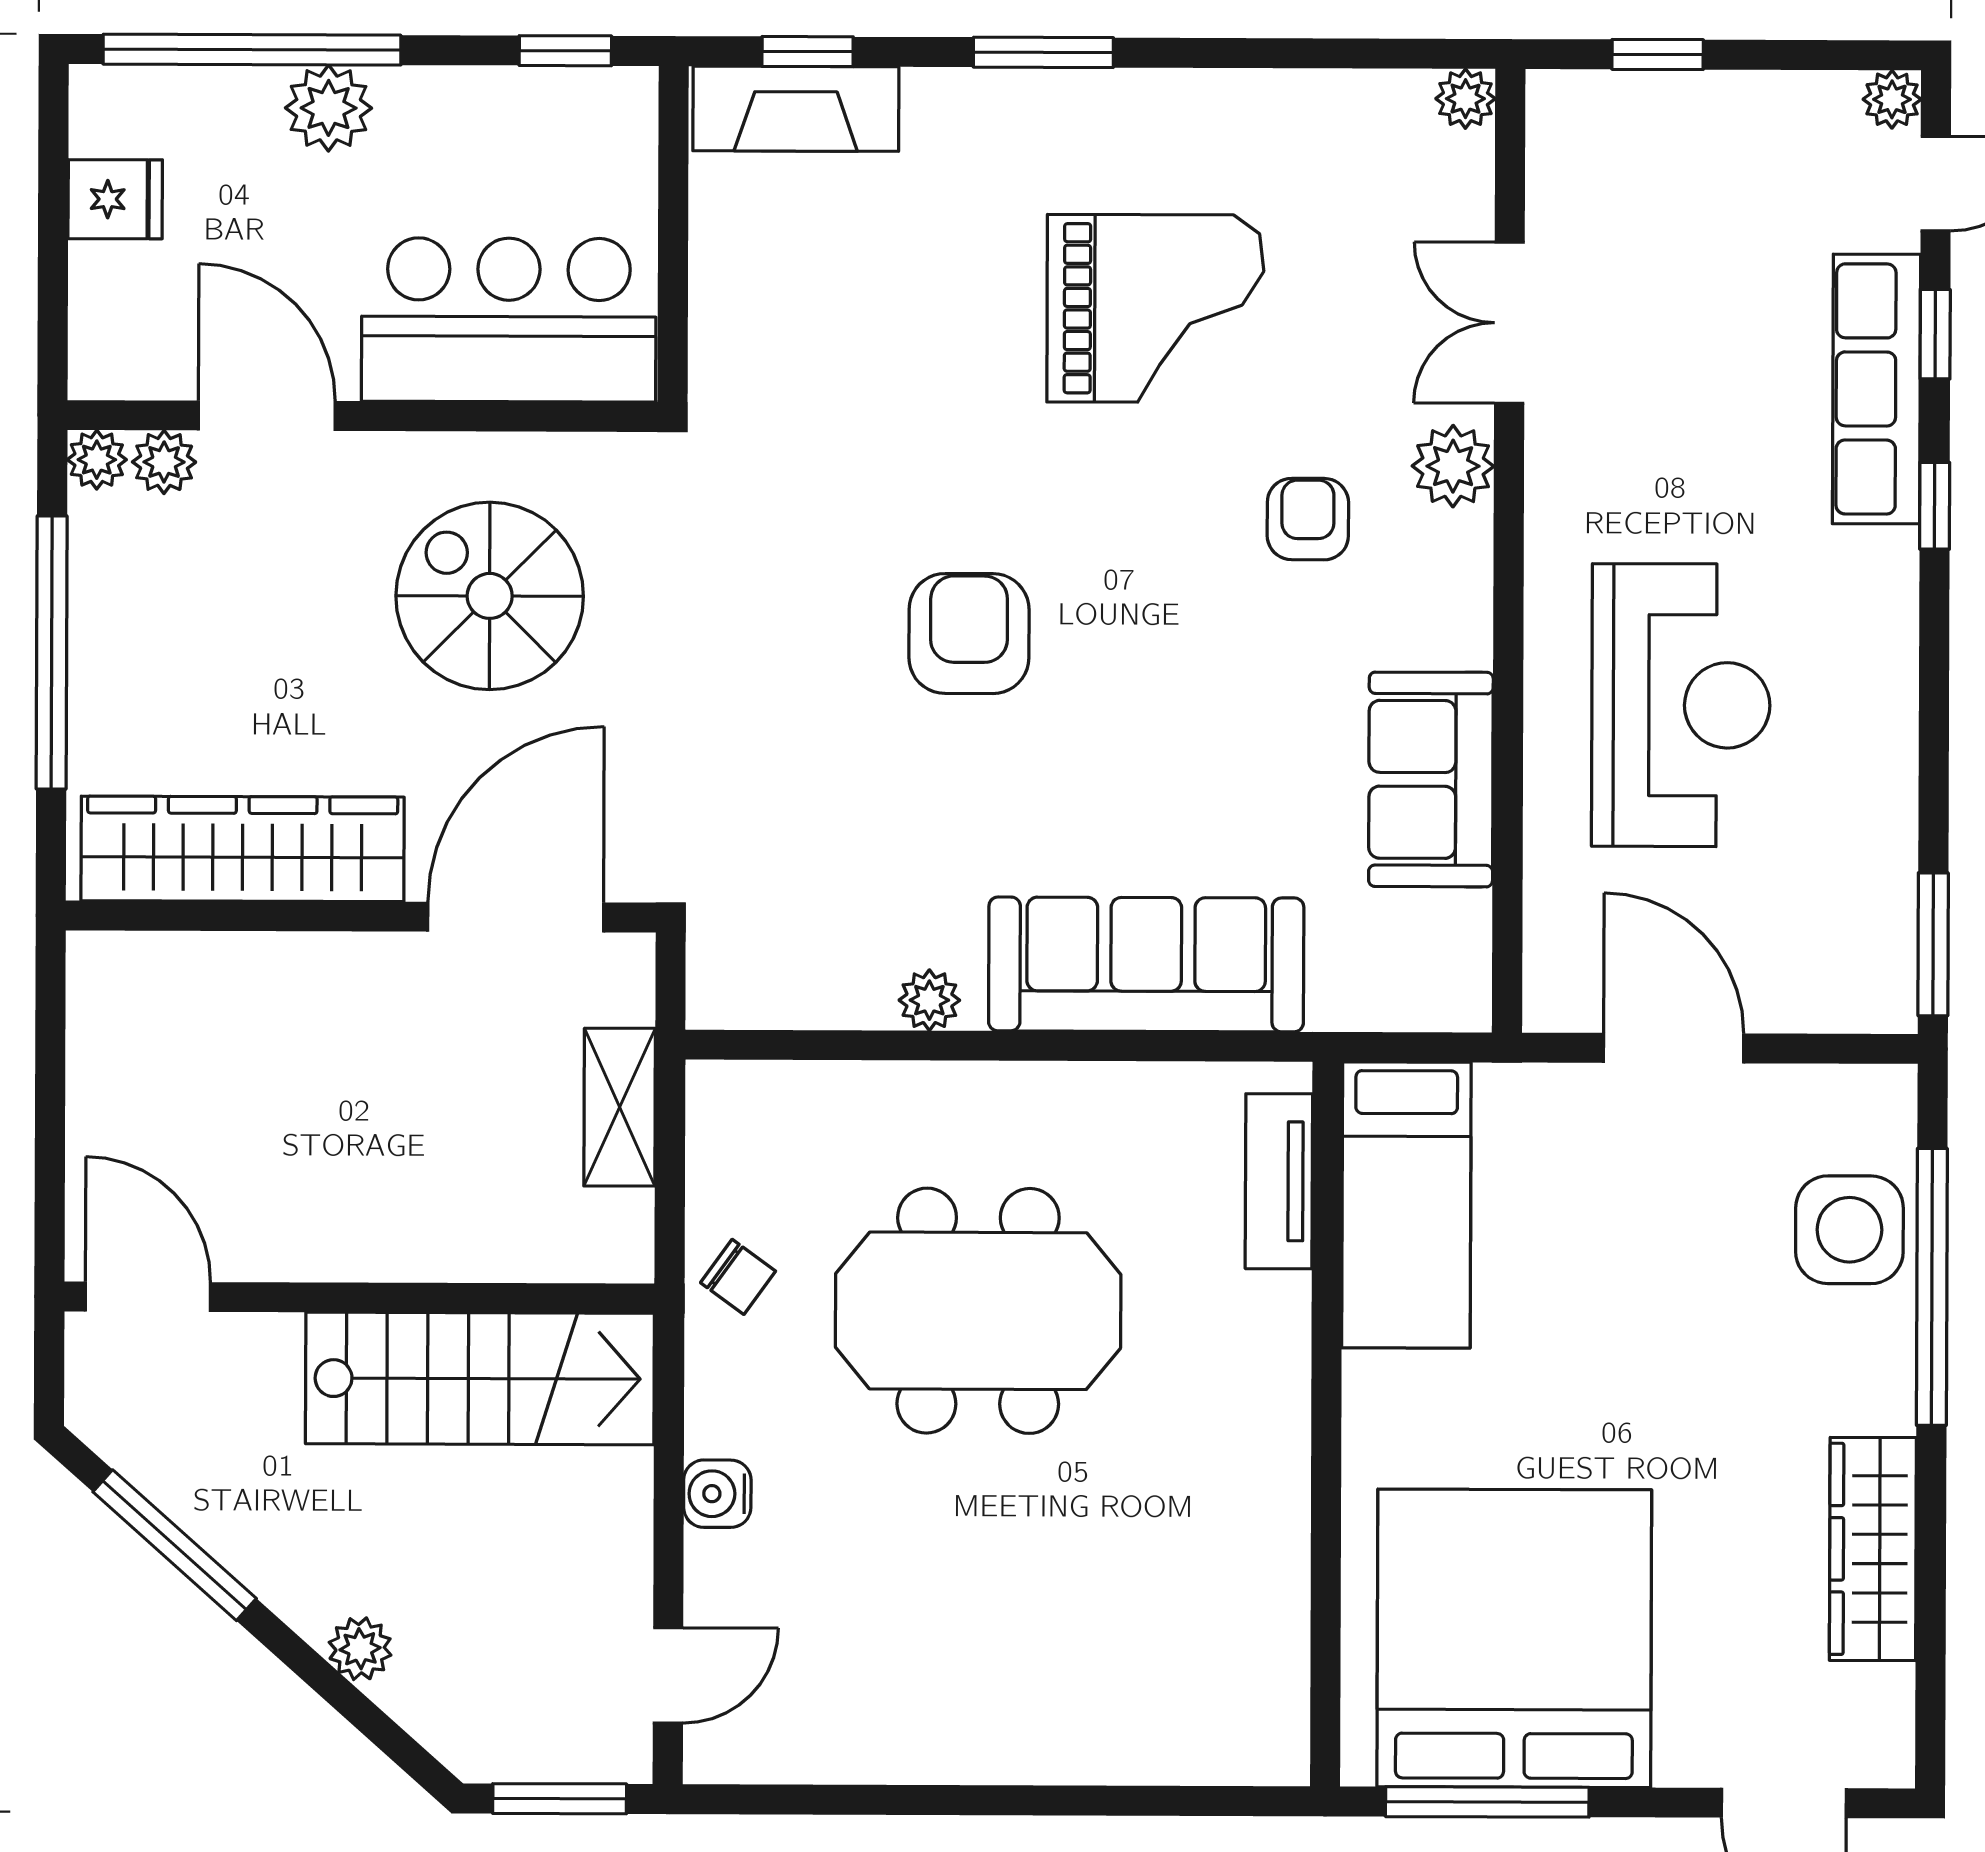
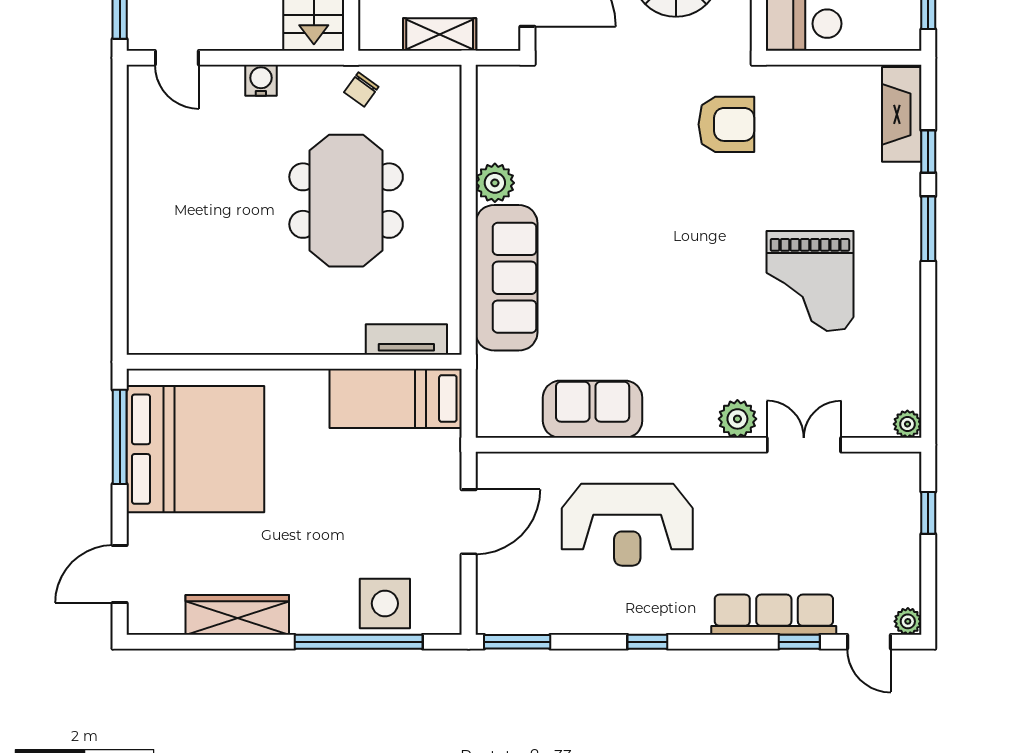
window: (808, 52) -> (928, 151), moved
window: (1935, 506) -> (647, 642), moved
armchair: (1308, 519) -> (713, 352), removed
armchair: (969, 634) -> (726, 124), moved
plant: (929, 1000) -> (495, 183), width x1.38, depth x1.38

